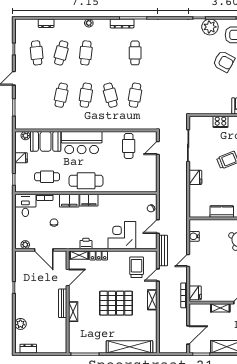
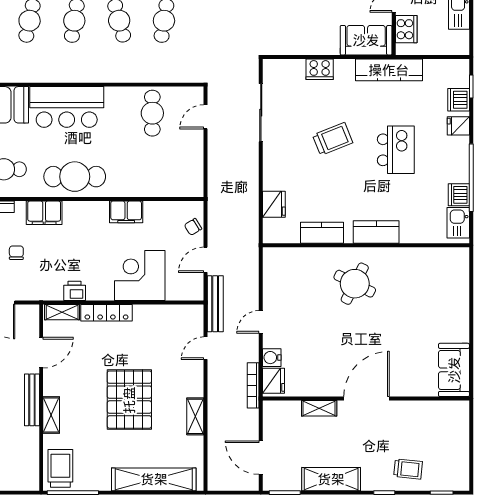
fridge: (195, 177) -> (274, 204), moved
filing cabinet: (89, 200) -> (126, 212), moved
water cooler: (194, 236) -> (272, 358), moved
locker: (99, 256) -> (106, 313), width x1.53
trolley: (137, 267) -> (60, 468), moved
shelving: (152, 300) -> (195, 416), moved
pallet: (116, 303) -> (129, 400), turned 90
door: (188, 335) -> (261, 458), swing flipped

